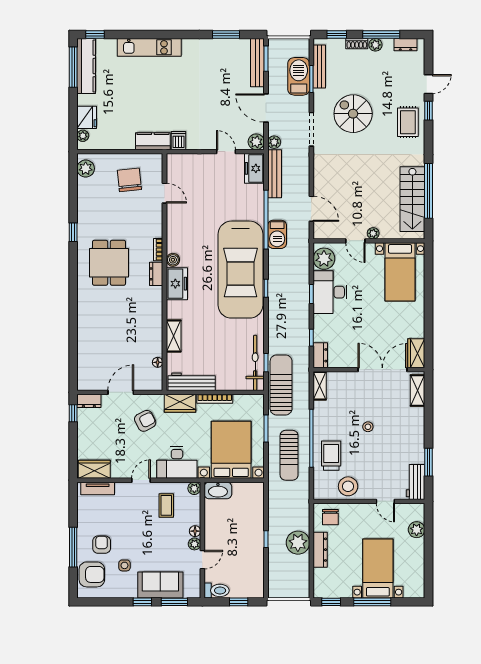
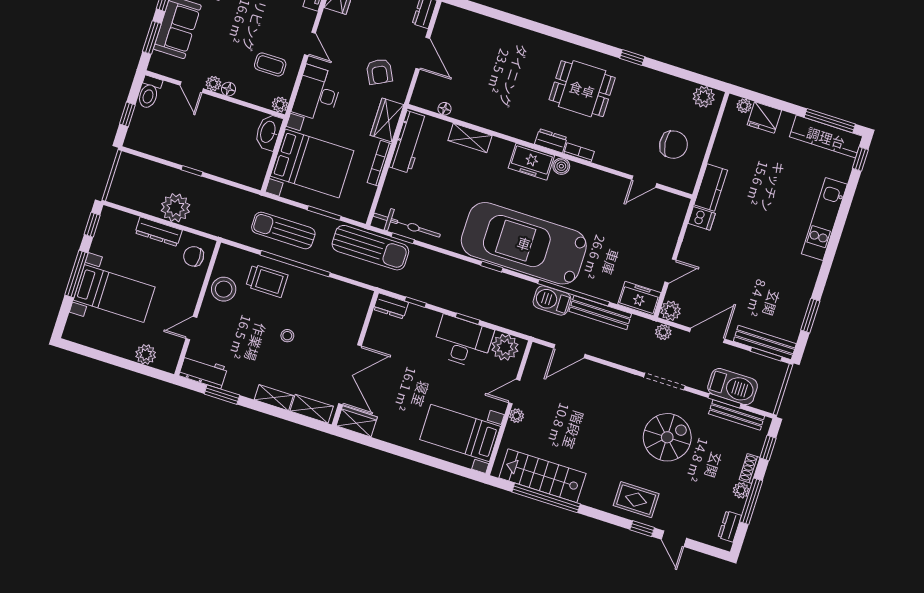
bench: (275, 174) -> (600, 313), moved
shelving: (320, 386) -> (274, 398), moved

